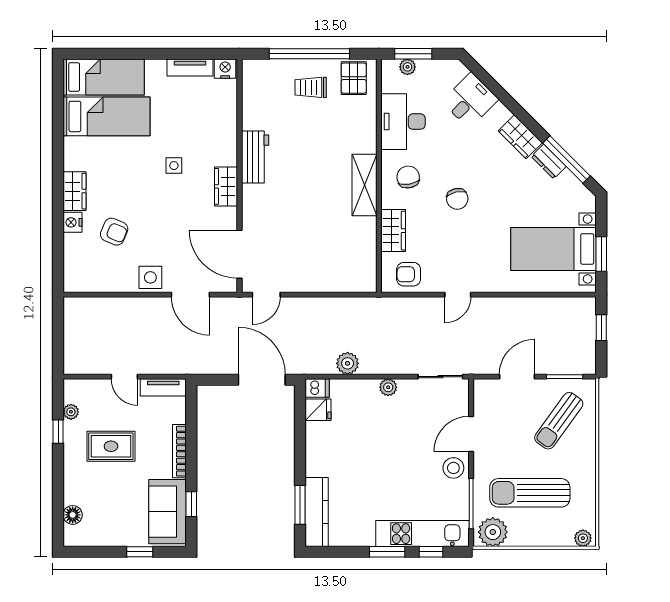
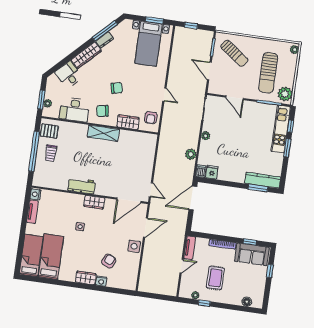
wardrobe: (520, 137) -> (86, 55), width x1.50
stool: (453, 468) -> (250, 109), removed

